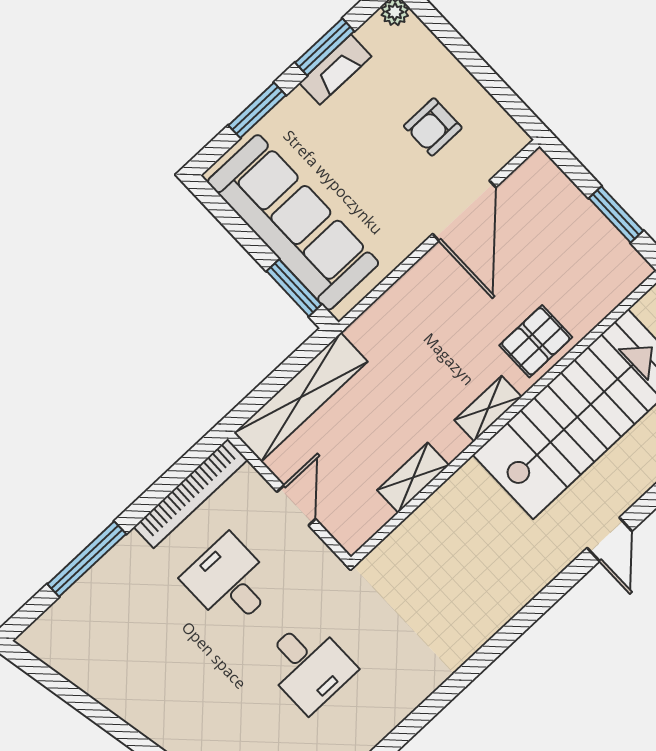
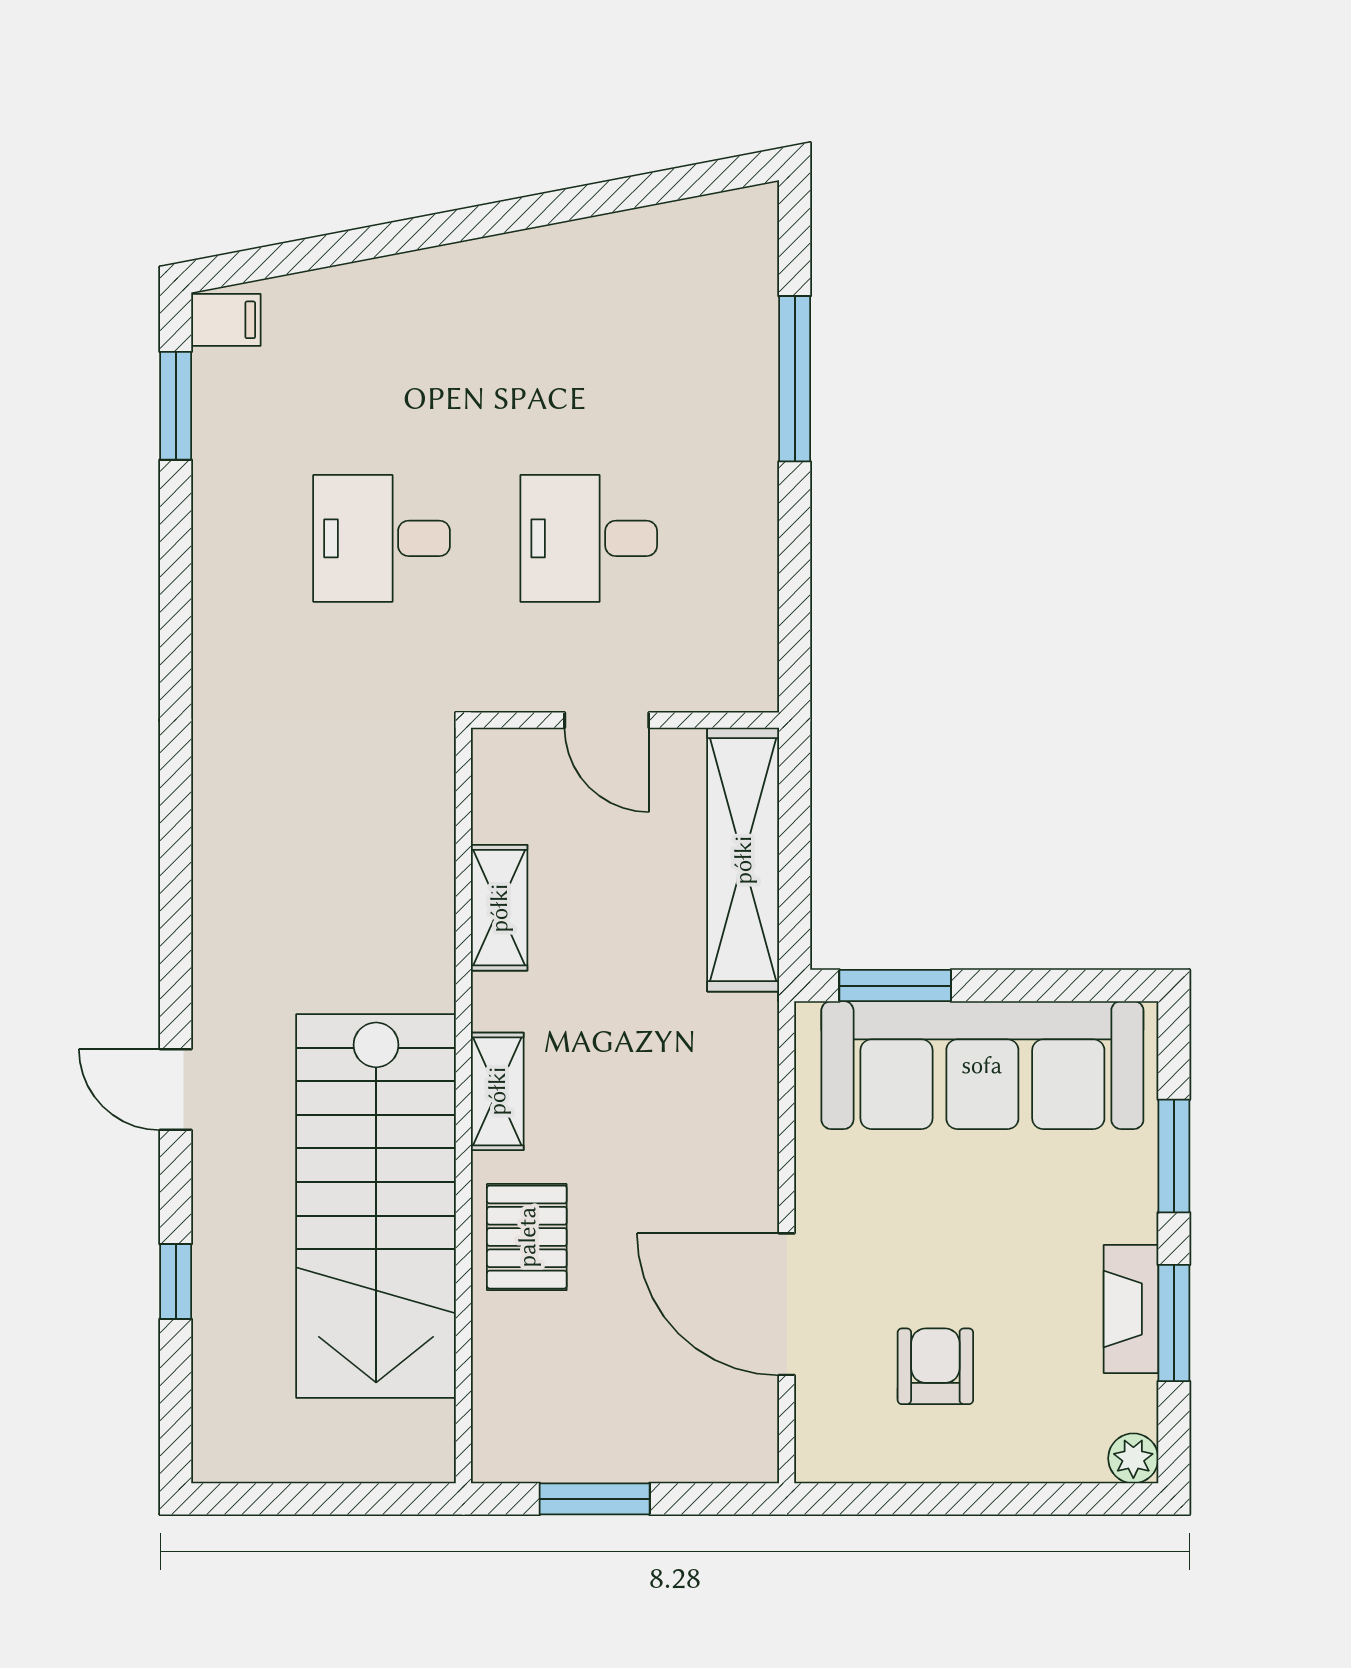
bookcase: (191, 493) -> (753, 596), removed
desk: (230, 582) -> (589, 538), turned 180

